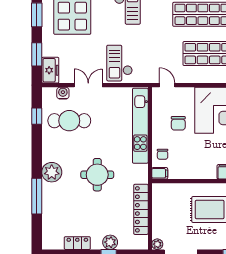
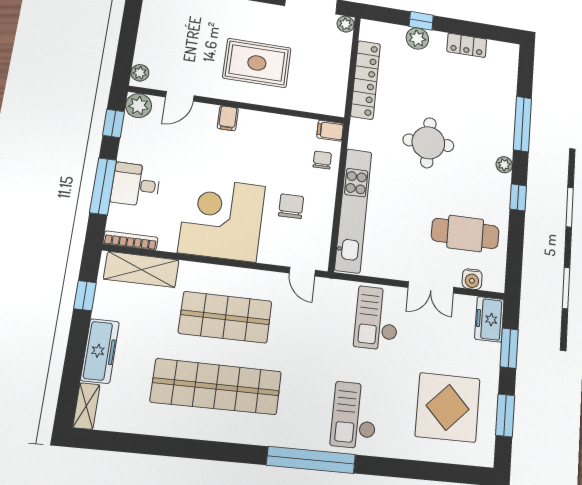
checkout: (120, 63) -> (377, 318), turned 180
window: (37, 116) -> (518, 197), moved
plant: (52, 172) -> (504, 165), width x0.53, depth x0.53

